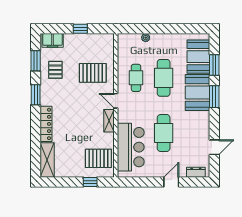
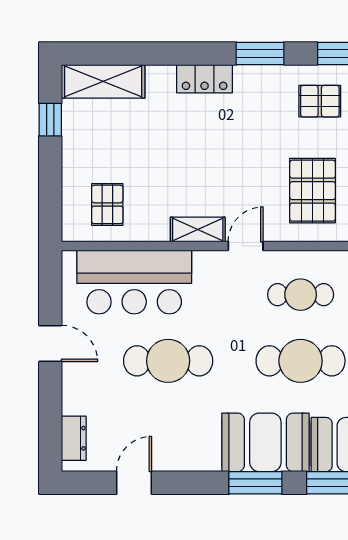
locker: (46, 124) -> (205, 79), width x0.66
door: (214, 147) -> (134, 483), swing flipped
pallet: (98, 158) -> (107, 204), width x0.67, depth x0.71
window: (90, 182) -> (50, 120), moved
door: (171, 182) -> (50, 343), moved

